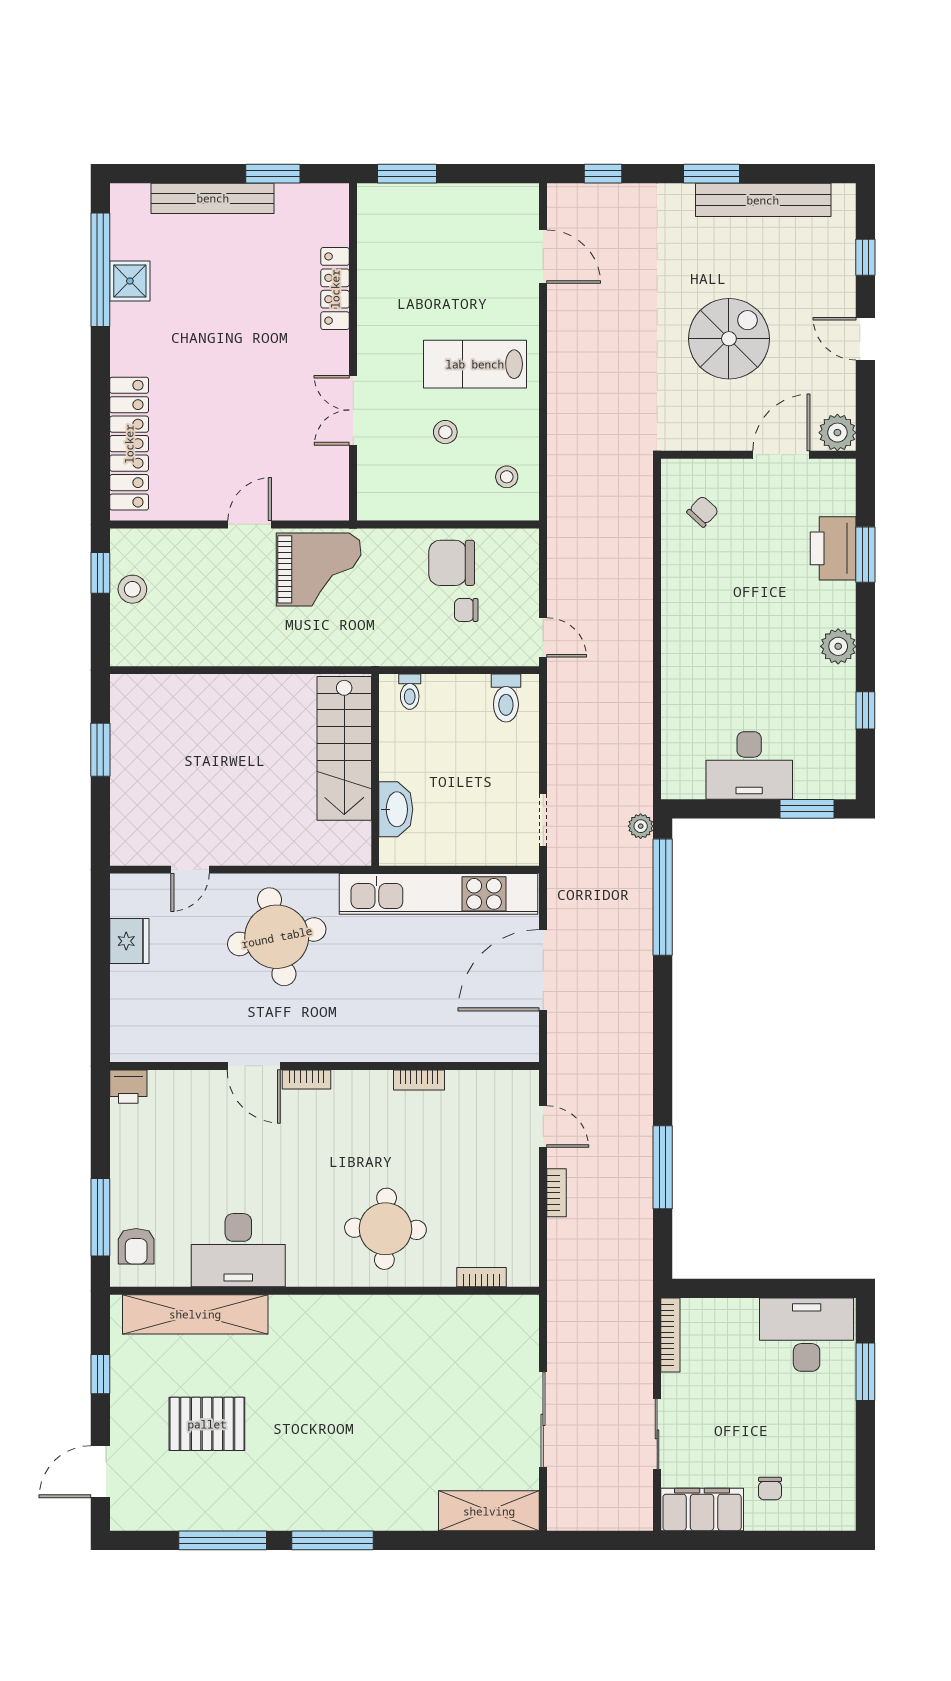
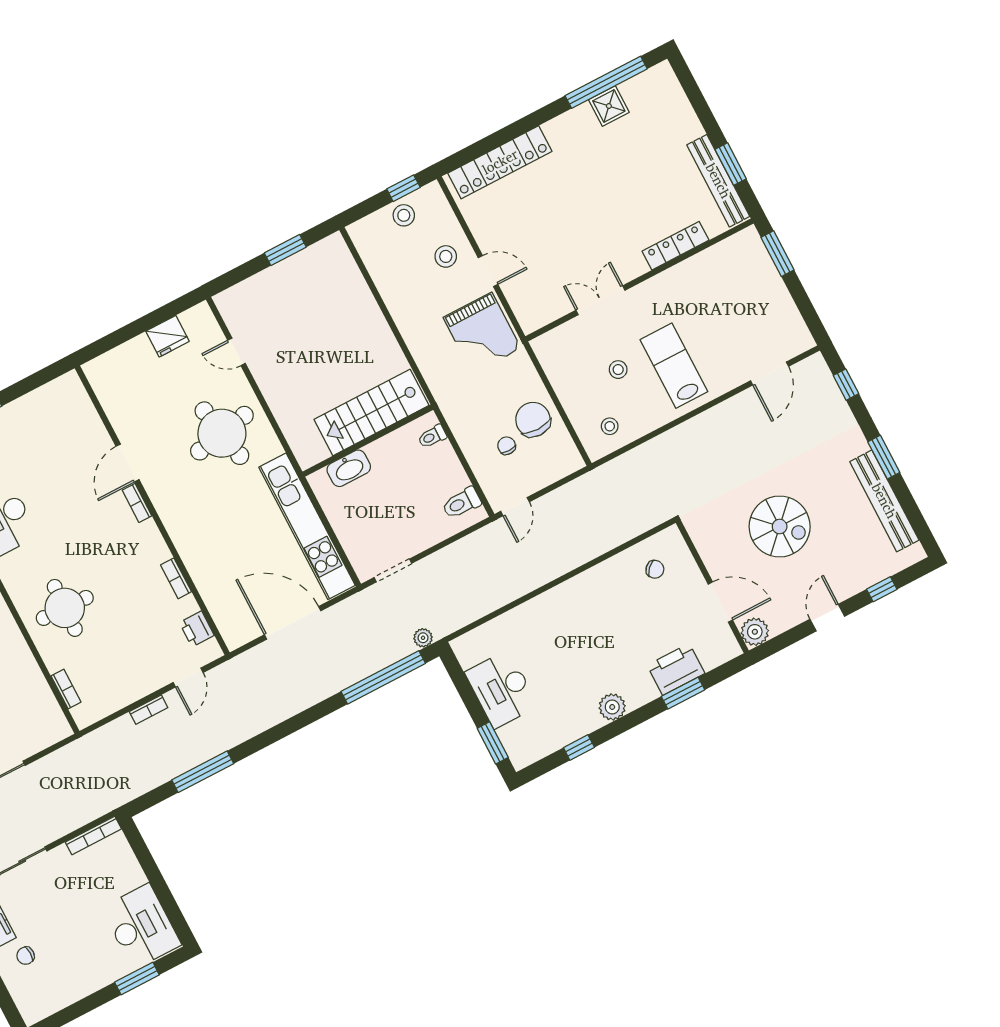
bench: (213, 198) -> (718, 181), moved
stool: (206, 565) -> (446, 256), added
printer: (128, 1087) -> (197, 629), moved

